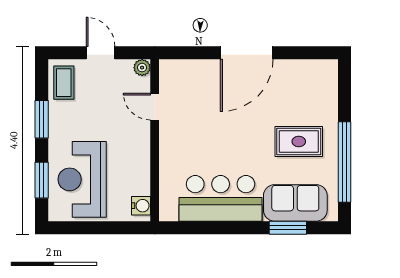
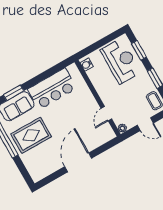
door: (155, 107) -> (106, 114), swing flipped
rug: (299, 142) -> (31, 135), width x1.36, depth x1.43

